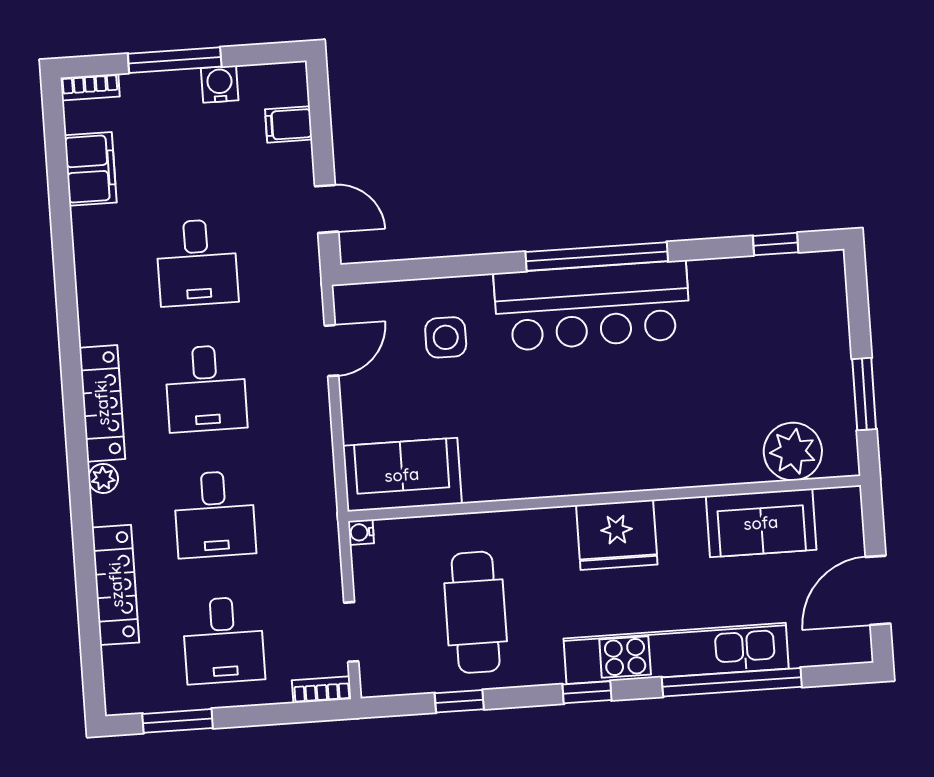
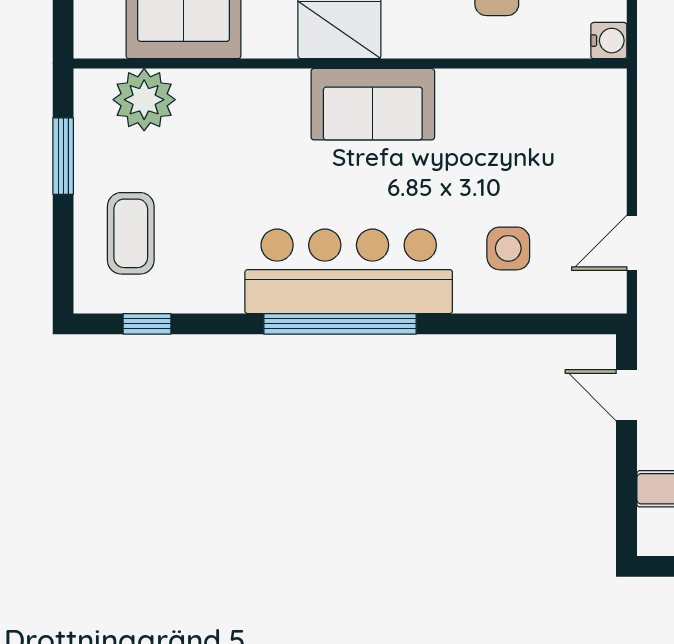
coffee table: (797, 327) -> (131, 233), added
sofa: (402, 475) -> (373, 104), moved
water cooler: (361, 532) -> (609, 41), width x1.38, depth x1.38

